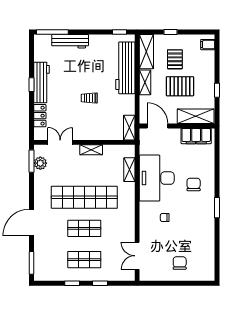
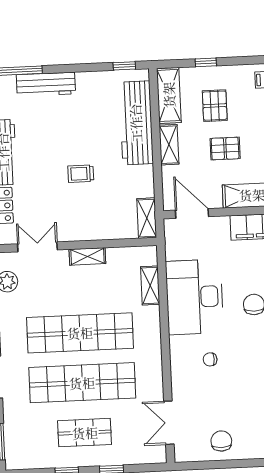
pallet: (180, 86) -> (225, 149), width x0.67, depth x0.71
shop shelf: (84, 228) -> (82, 383), width x2.00, depth x1.36
chair: (180, 263) -> (221, 441), moved

